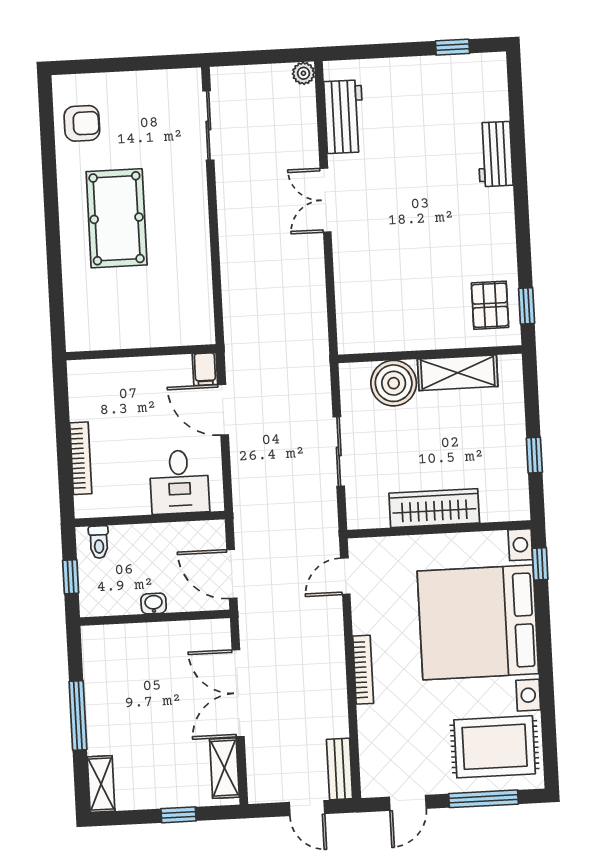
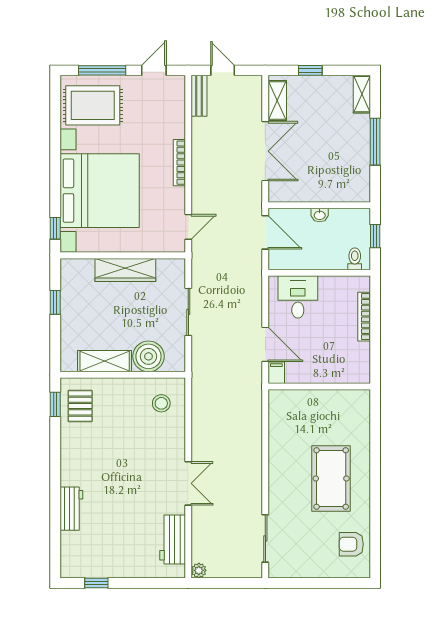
stool: (371, 315) -> (161, 403), added

